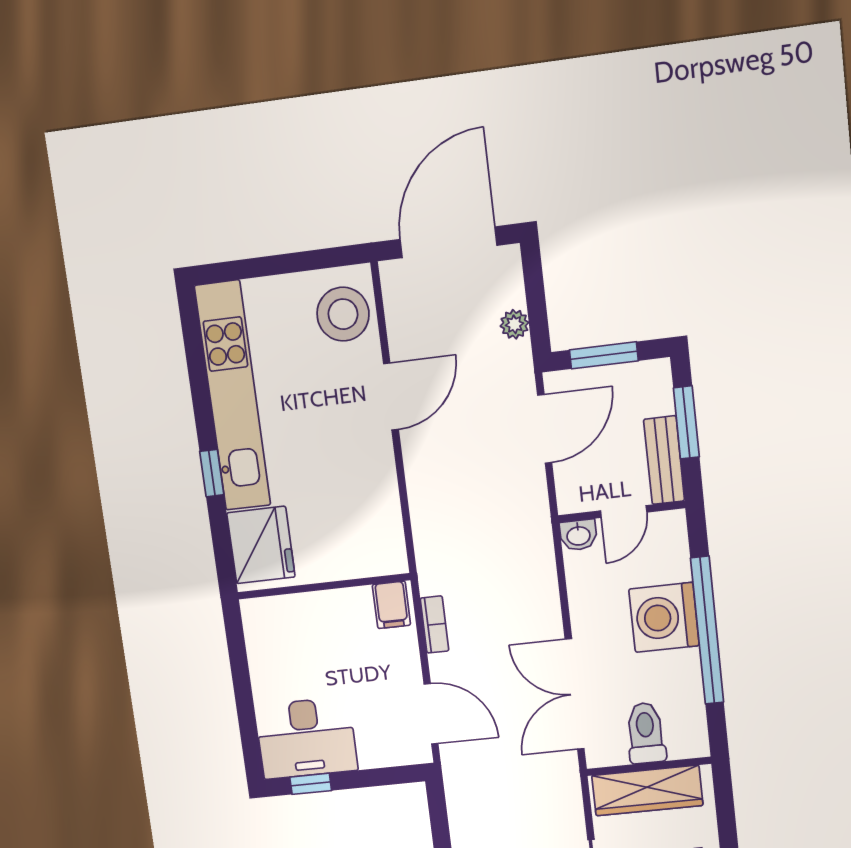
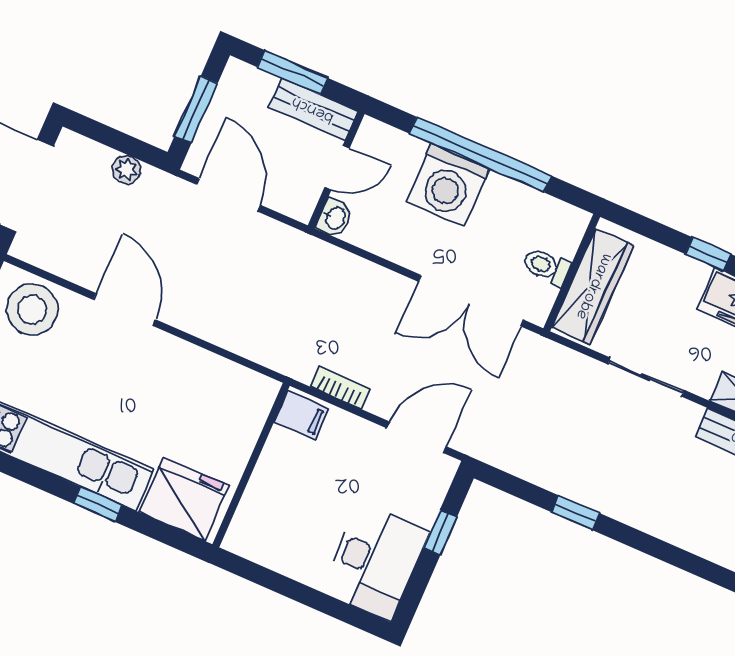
door: (624, 512) -> (337, 168), hinge flipped
toilet: (646, 733) -> (546, 266), width x0.73, depth x0.72
window: (311, 784) -> (440, 533), moved

